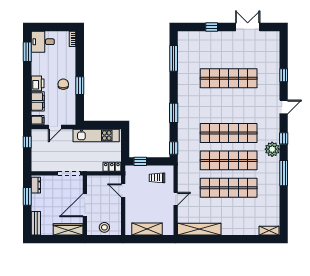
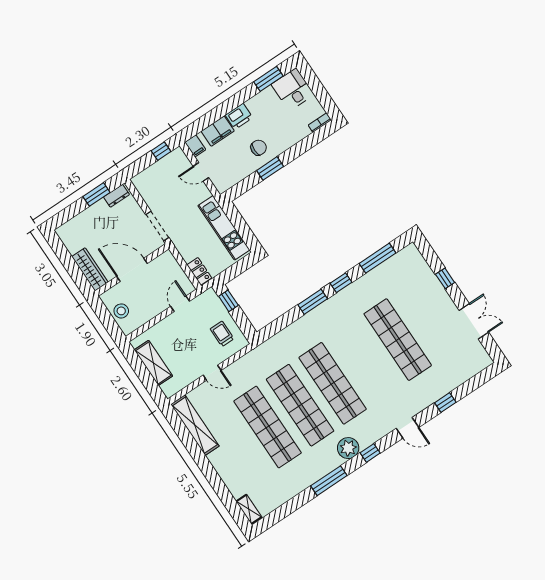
window: (174, 148) -> (341, 283), moved
bench: (36, 223) -> (71, 226), removed

